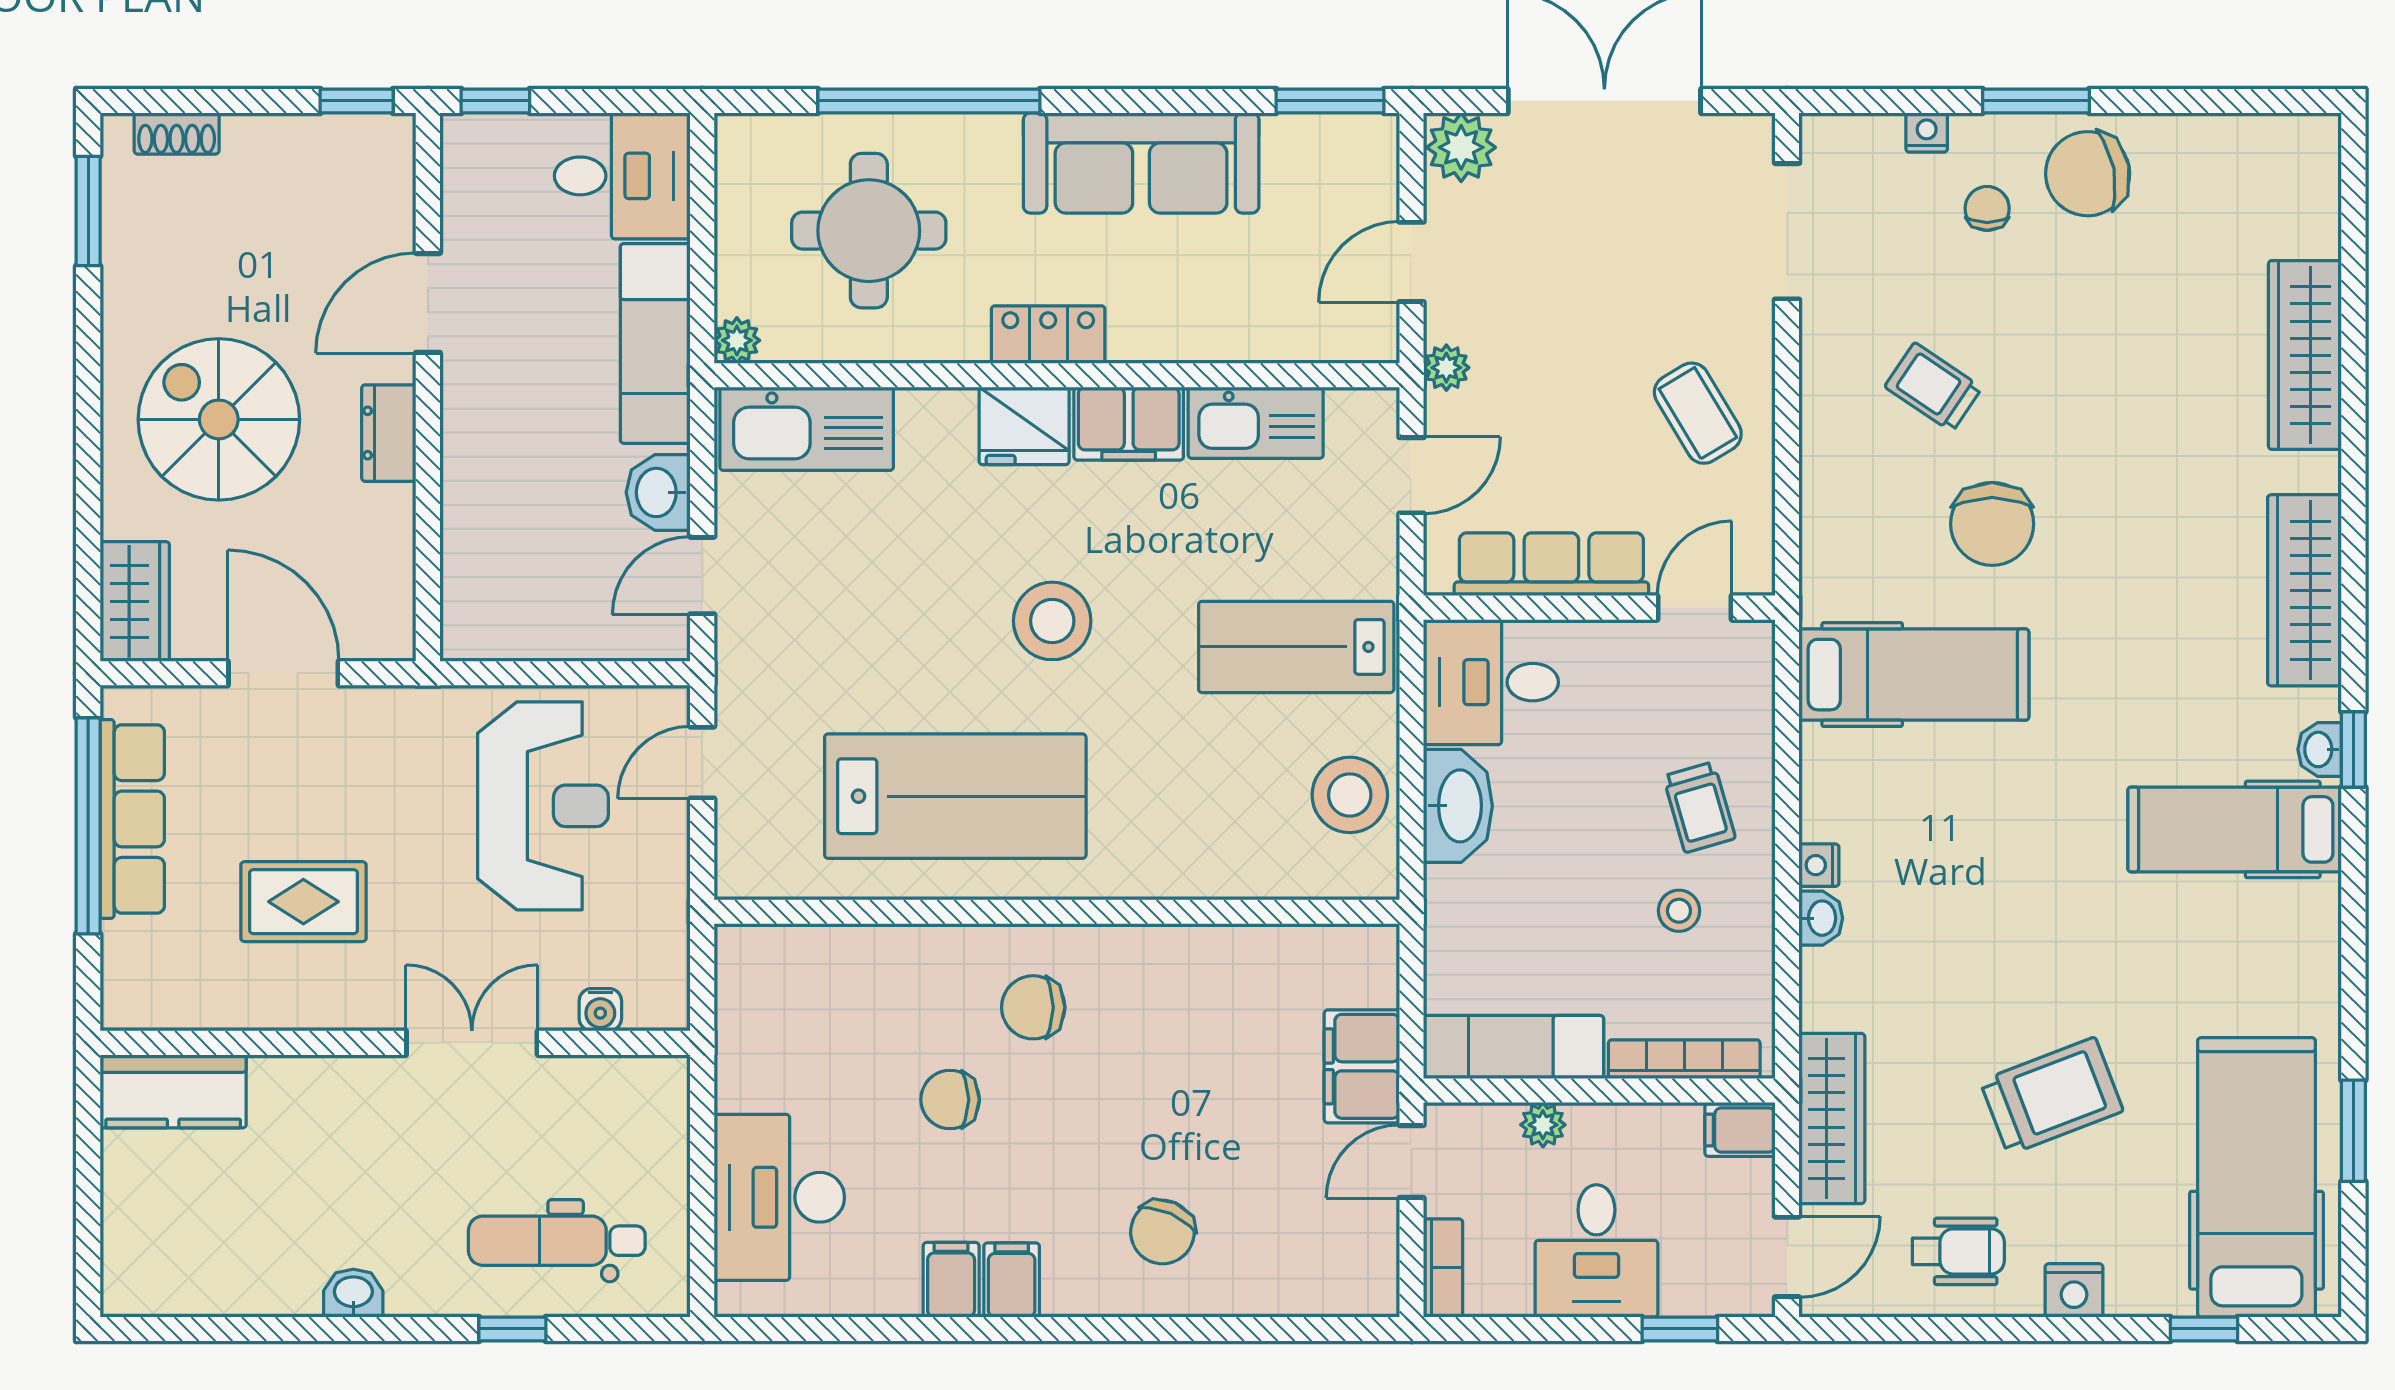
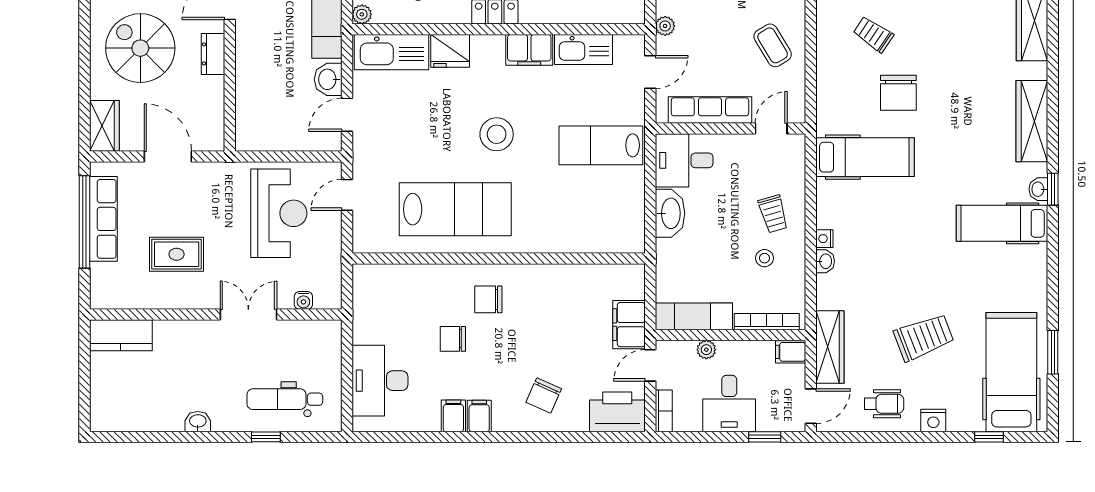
fridge: (1024, 426) -> (450, 51), moved
stool: (1350, 795) -> (624, 209), removed
printer: (1335, 1270) -> (617, 412), added

